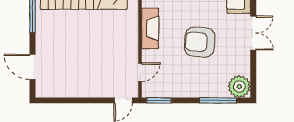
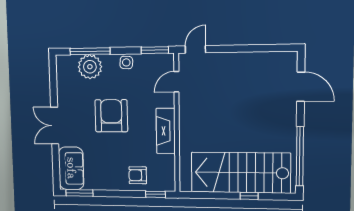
armchair: (200, 42) -> (111, 116), turned -95
plant: (239, 87) -> (90, 67), moved
side table: (185, 90) -> (126, 62), added

